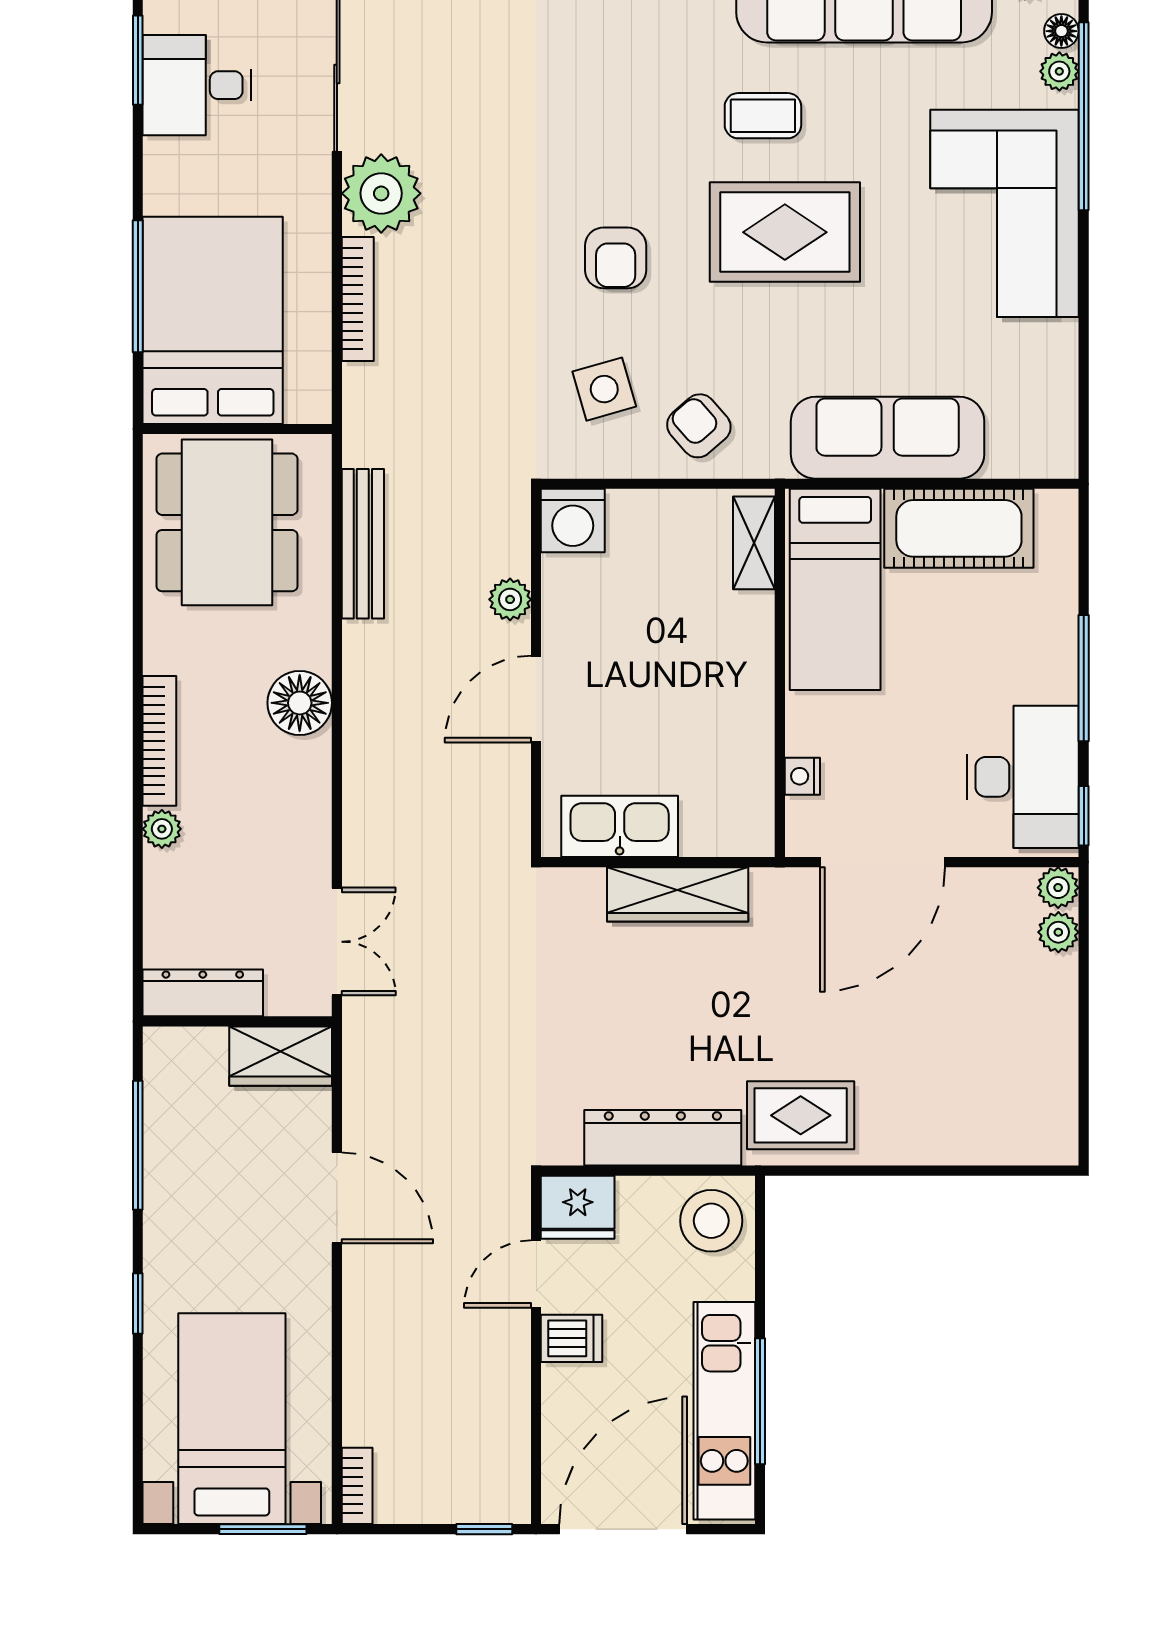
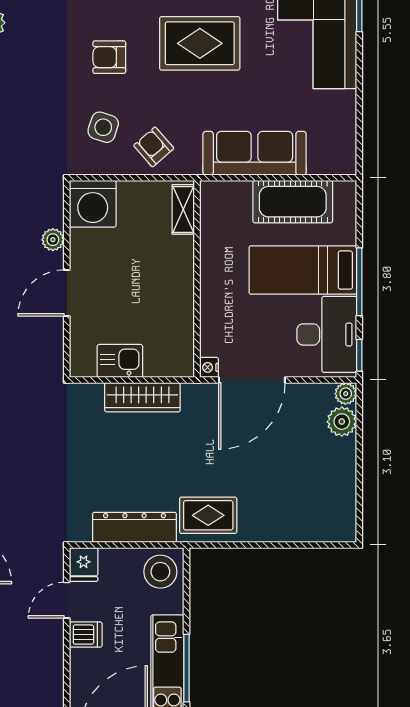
armchair: (616, 258) -> (109, 57), turned 90
side table: (604, 389) -> (103, 127), turned 34
washing machine: (573, 521) -> (93, 204), width x1.37, depth x1.37
bed: (835, 589) -> (303, 270), moved, turned 90
nightstand: (802, 776) -> (209, 367), moved
kitchen sink: (620, 826) -> (120, 361), width x0.73
plant: (1058, 932) -> (342, 422), width x1.38, depth x1.38
fridge: (578, 1207) -> (84, 564), width x0.72

